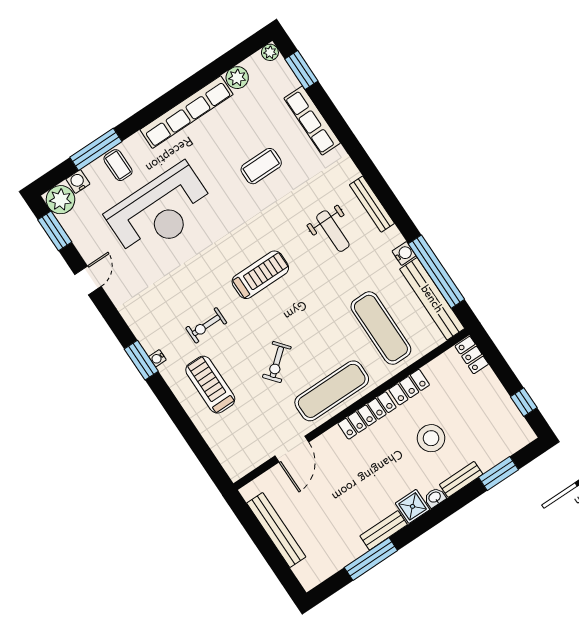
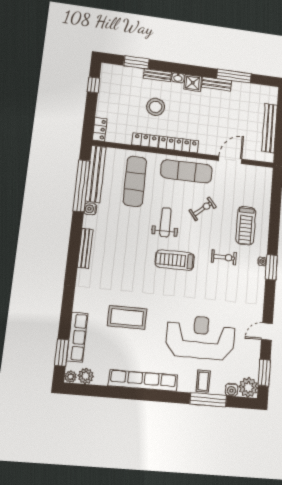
plant: (237, 78) -> (86, 376), moved
row of seats: (312, 121) -> (77, 337), moved
coffee table: (261, 166) -> (127, 317), width x1.36, depth x1.32
weight bench: (333, 231) -> (166, 222), moved

